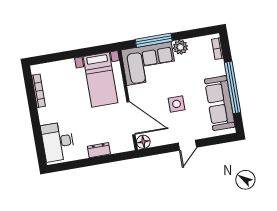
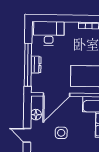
floor lamp: (143, 142) -> (36, 115), moved
window: (101, 160) -> (28, 65), added

